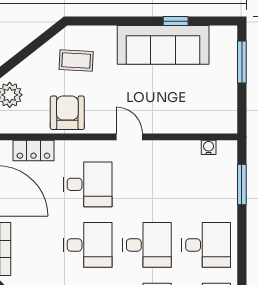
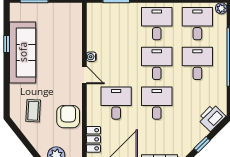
armchair: (67, 113) -> (68, 117), turned 90
door: (129, 137) -> (84, 75), swing flipped
water cooler: (209, 147) -> (91, 57), moved

